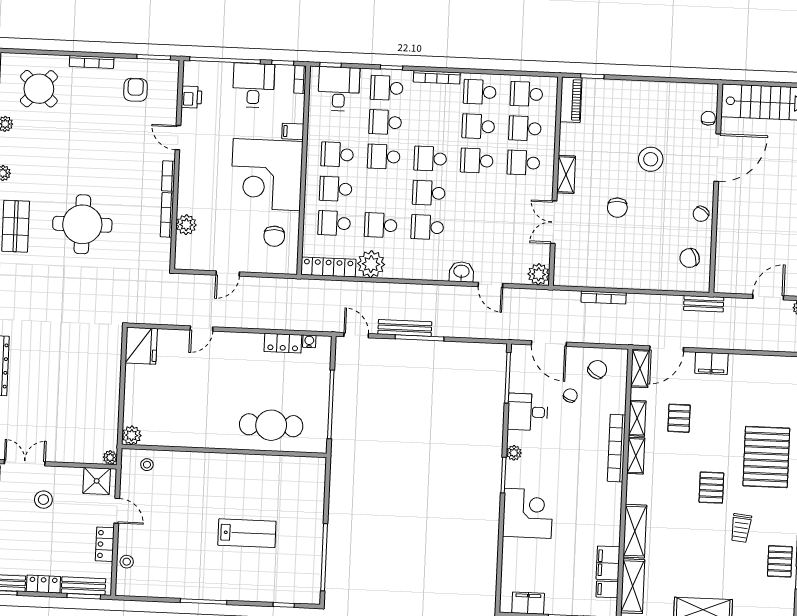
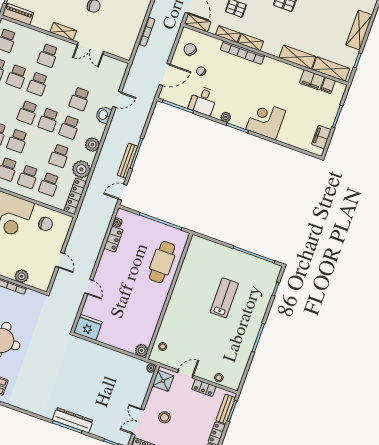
school desk: (525, 128) -> (80, 99), moved
plant: (539, 274) -> (92, 145), moved

